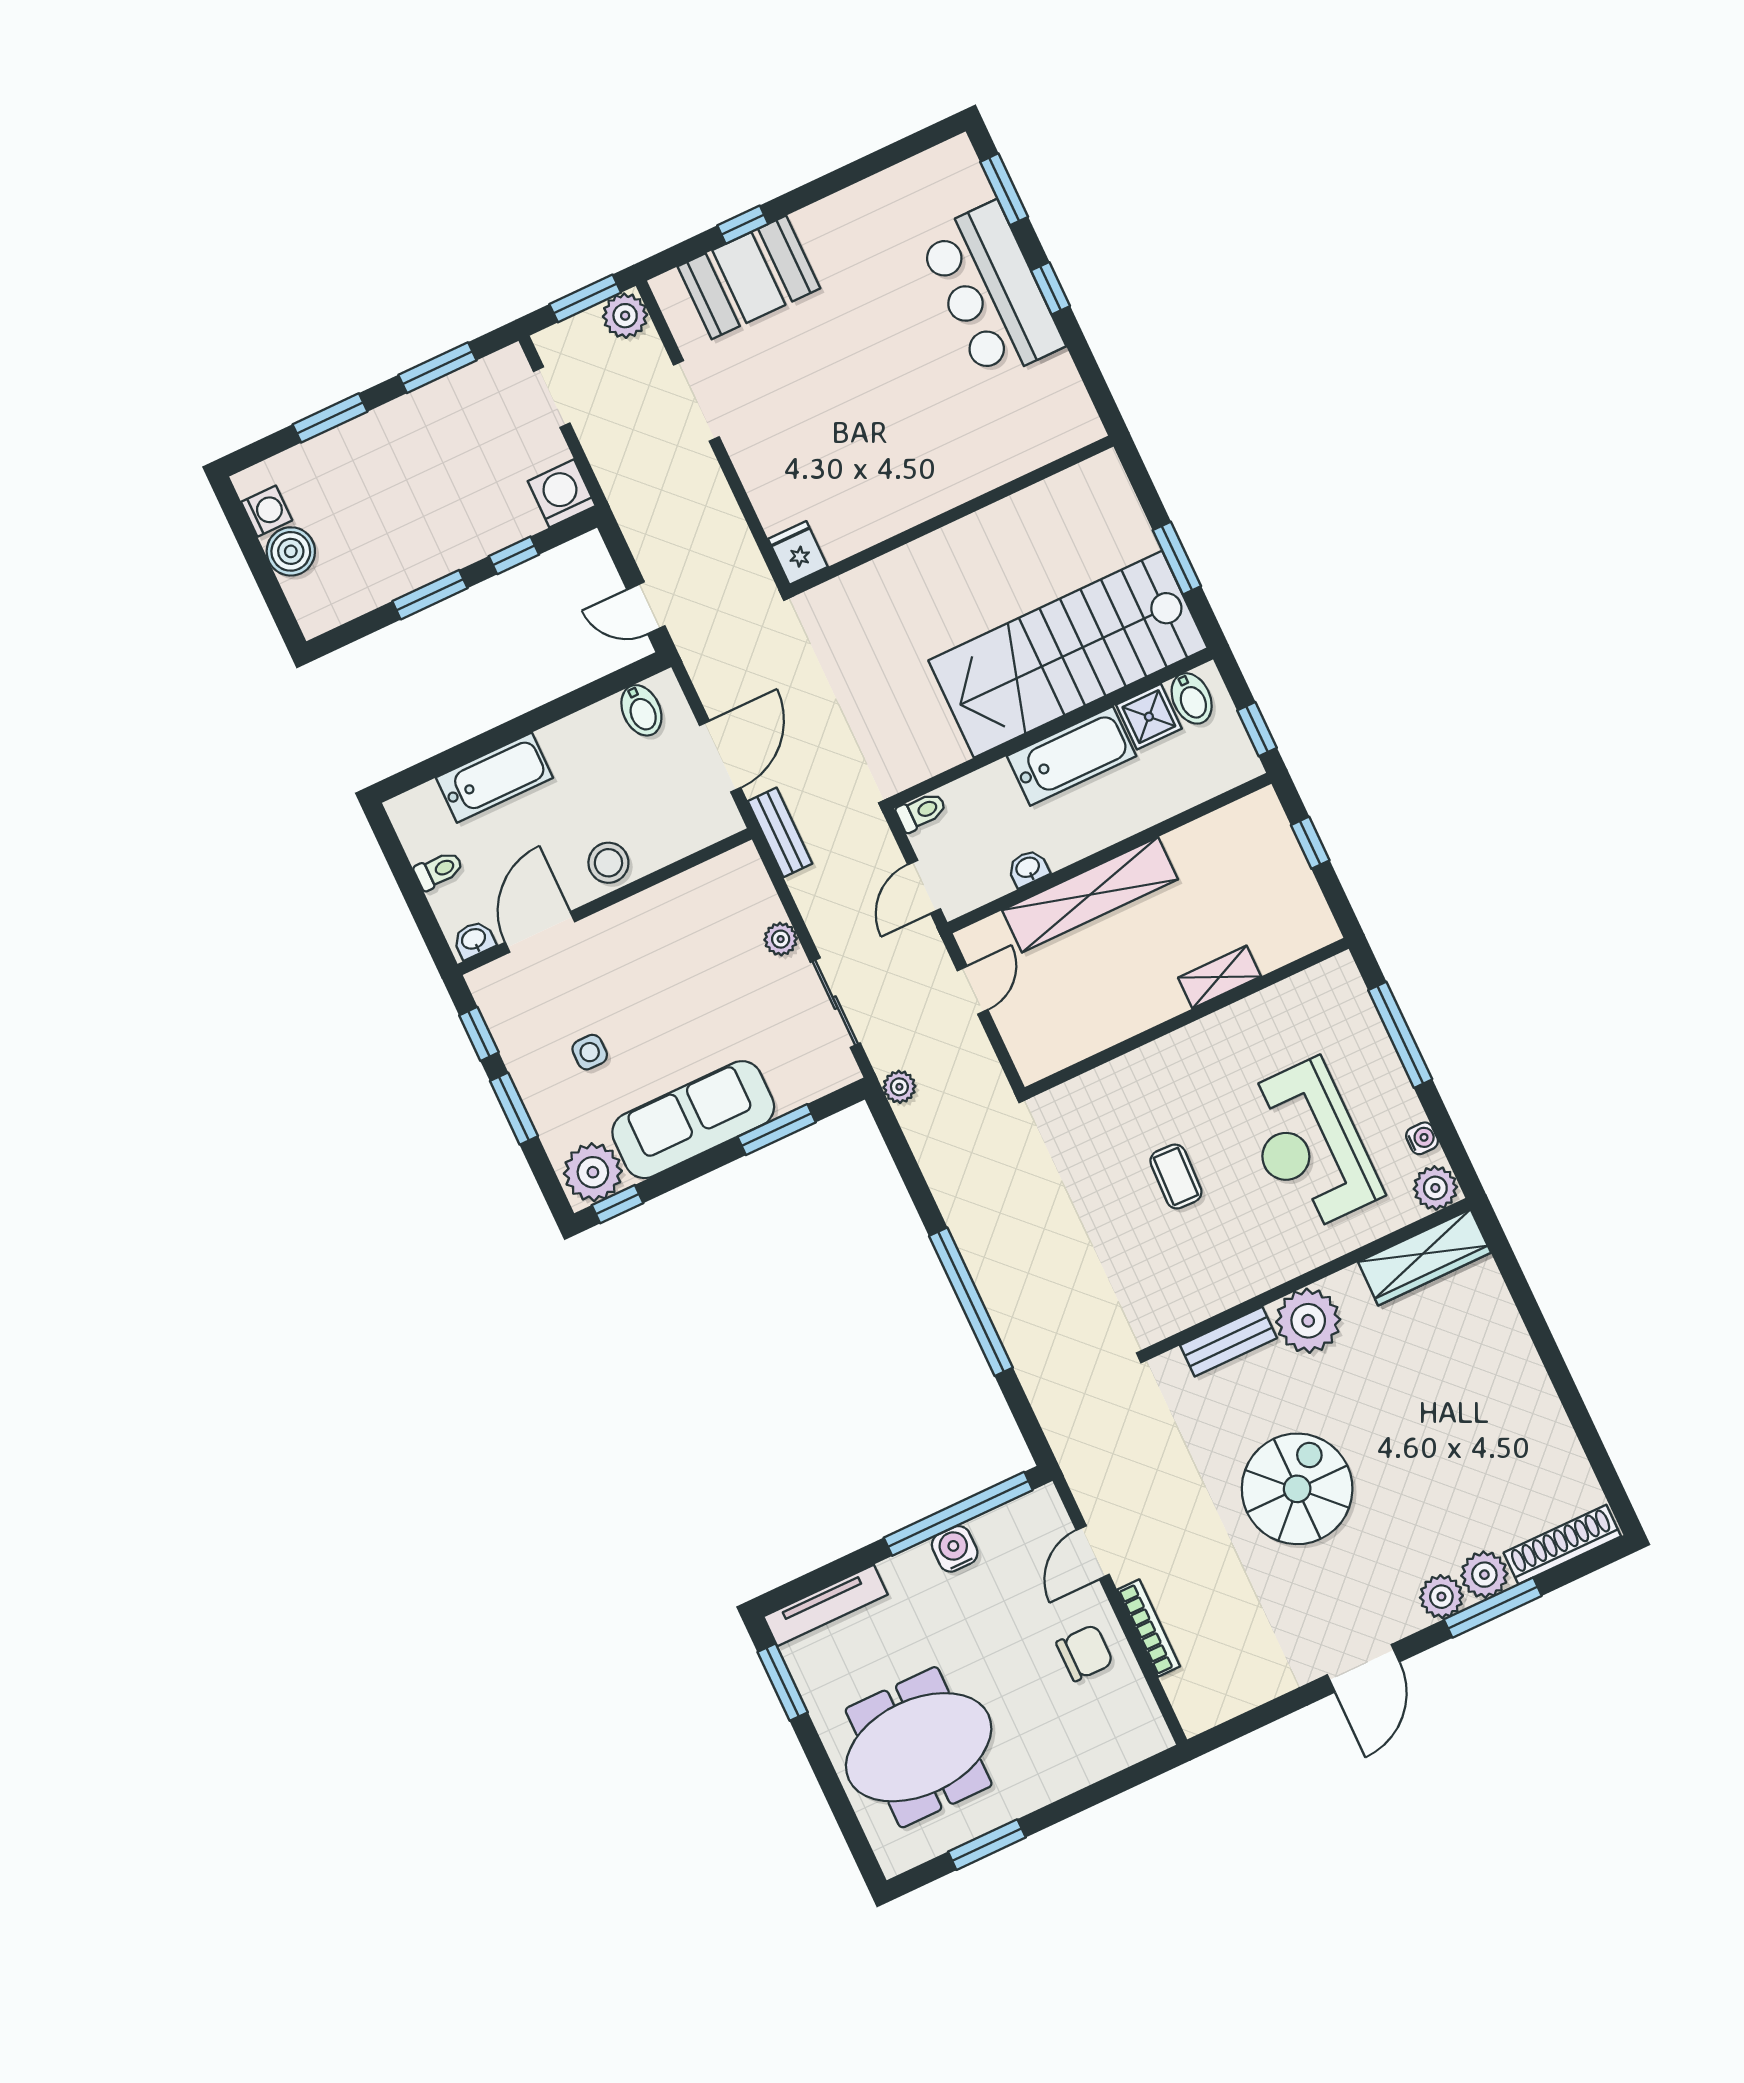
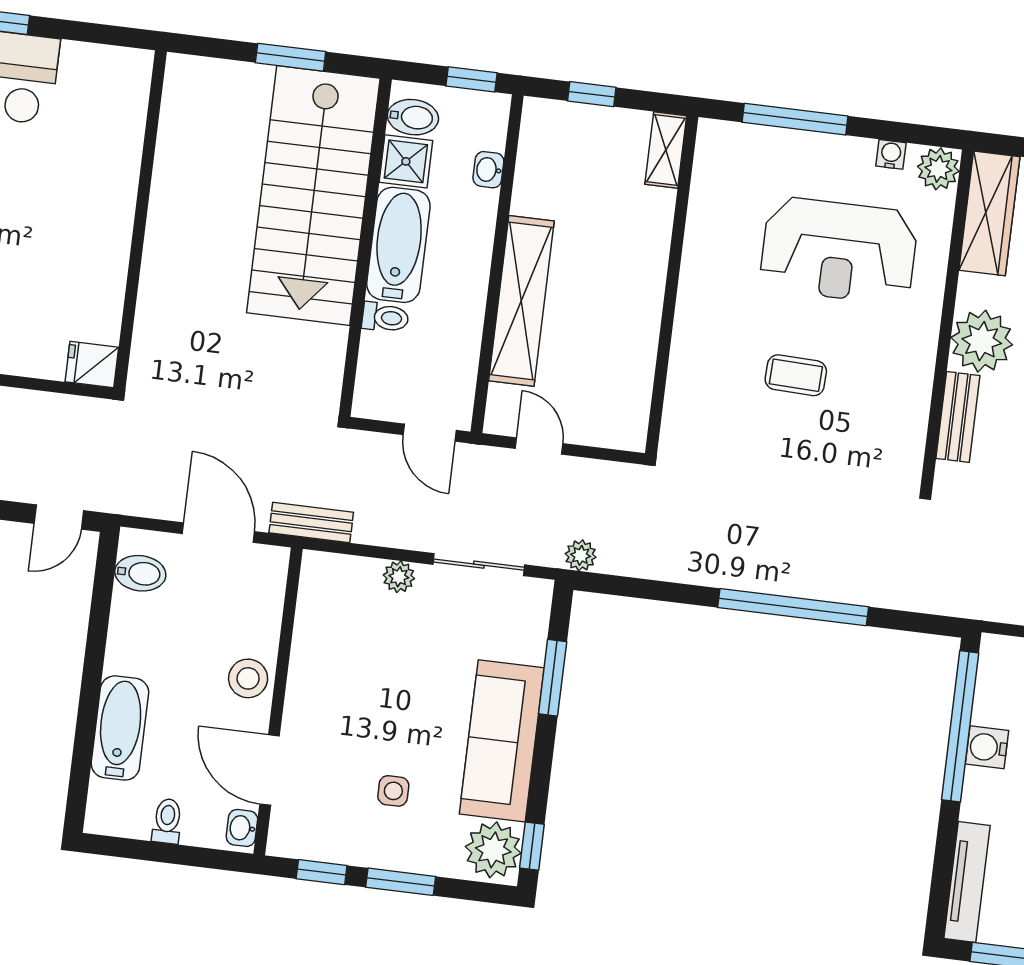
toilet: (921, 812) -> (385, 317), moved, turned 90
washbasin: (1028, 868) -> (488, 170), moved
shelving: (1220, 977) -> (666, 150), moved

